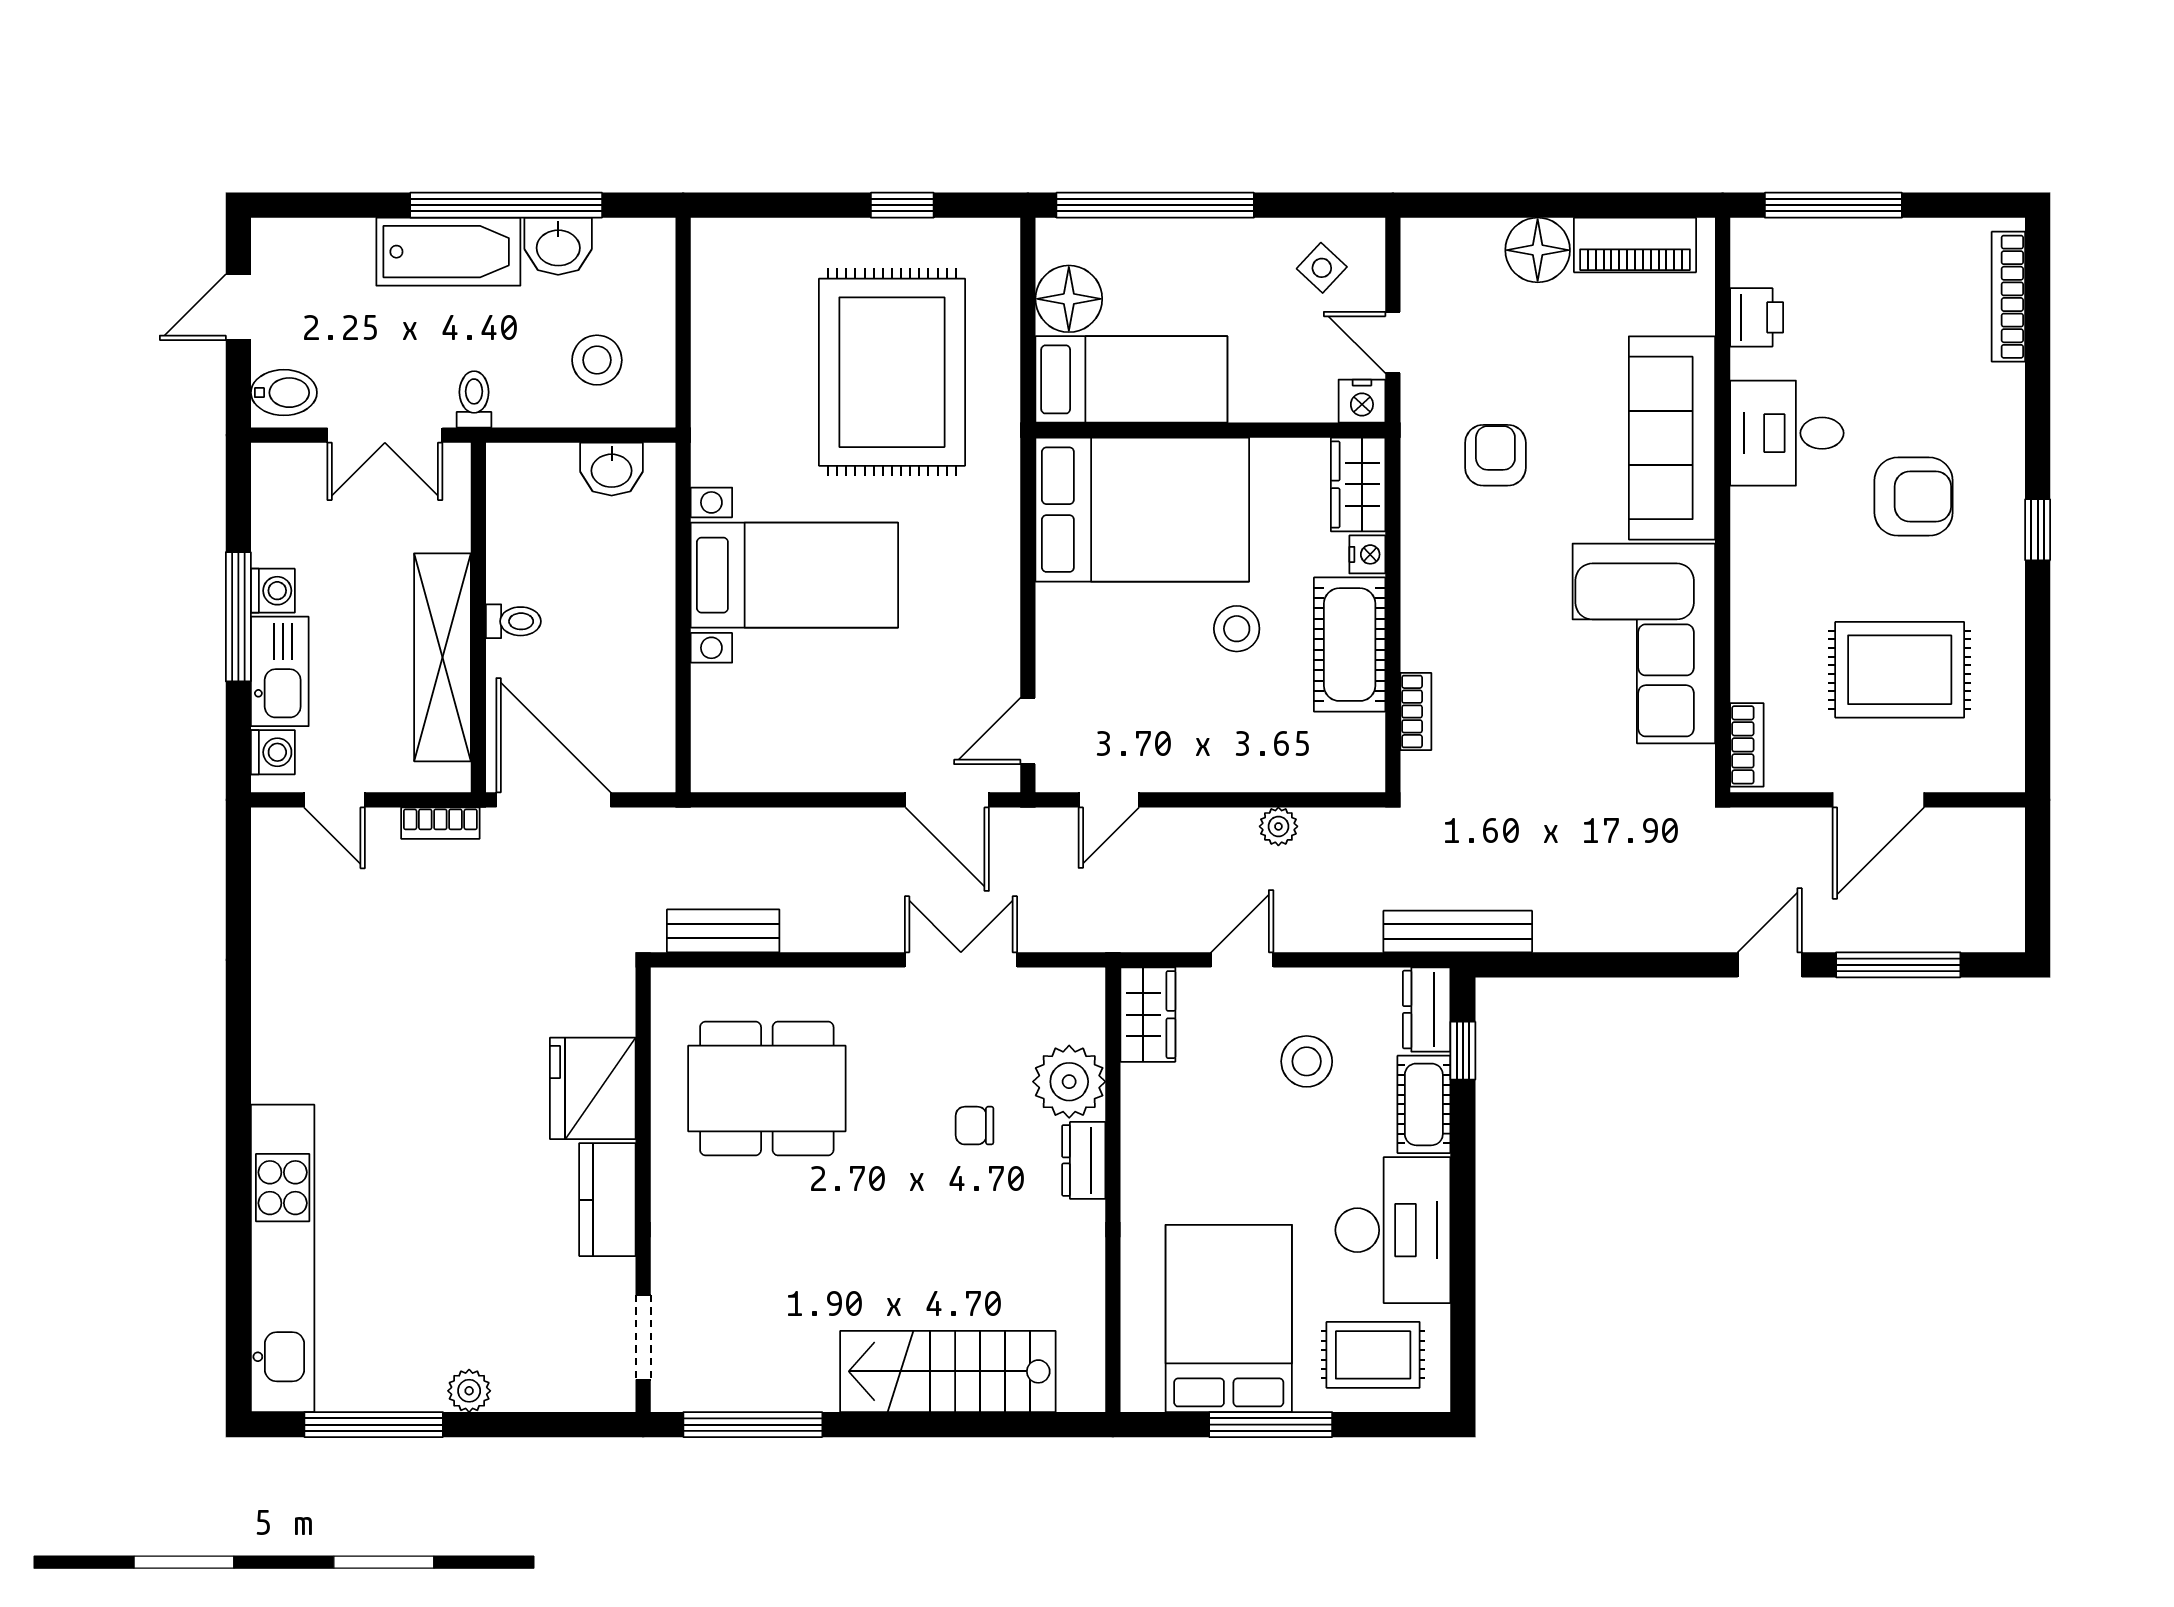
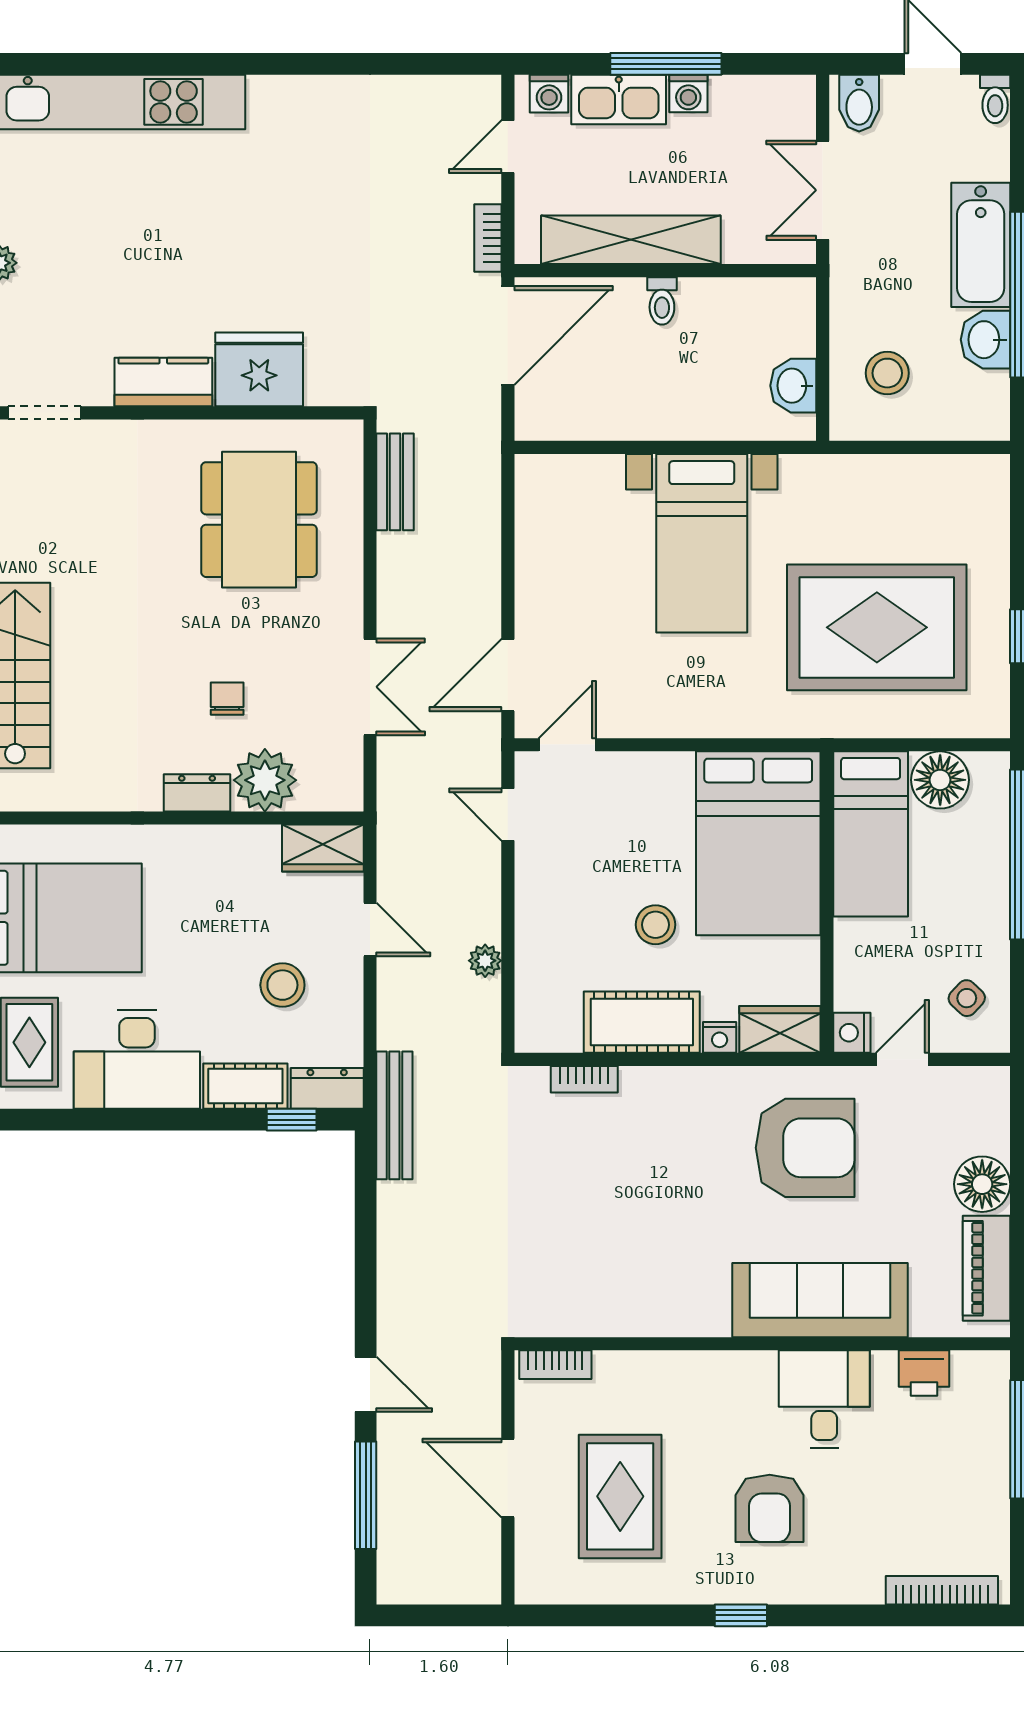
toilet: (474, 399) -> (995, 99), moved, turned 90
armchair: (1495, 455) -> (805, 1148), width x1.88, depth x1.88
corner sofa: (1644, 643) -> (643, 1276), removed
door: (1028, 731) -> (567, 745), hinge flipped

